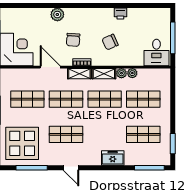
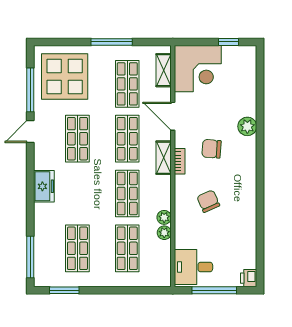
printer: (120, 14) -> (249, 278), moved
door: (50, 67) -> (173, 116), swing flipped
shelving: (104, 74) -> (164, 70), moved
freezer: (113, 158) -> (44, 186), moved
door: (71, 168) -> (30, 131), moved

